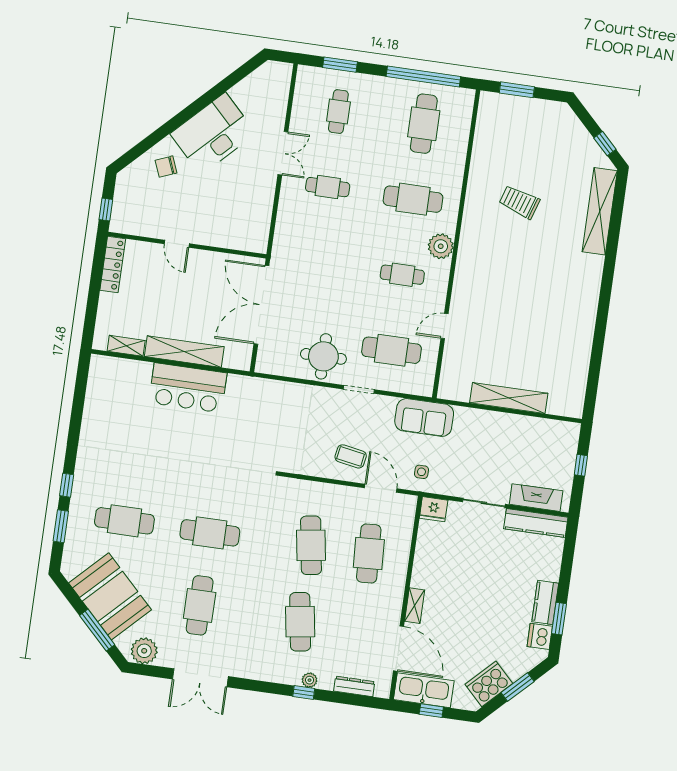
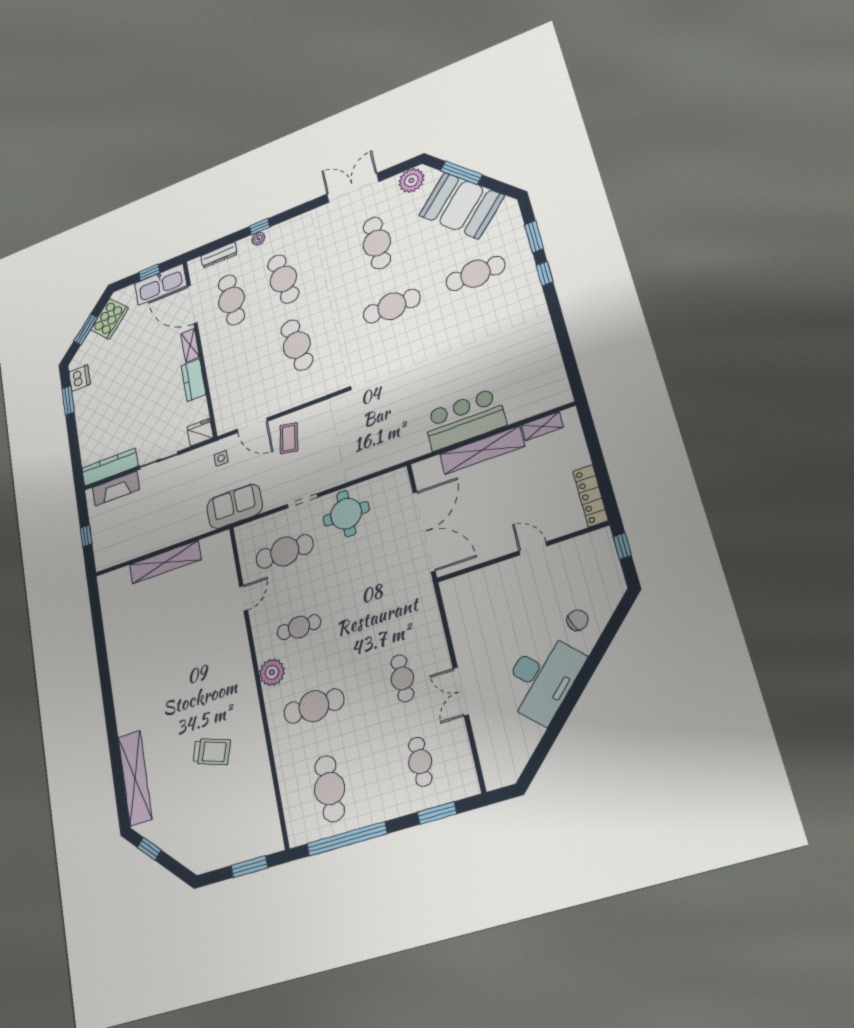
cafe table: (328, 187) -> (402, 678), turned 90
coffee table: (351, 456) -> (289, 438), turned 90
cafe table: (369, 554) -> (231, 300), moved
kitchen counter: (545, 602) -> (193, 380), moved, turned 180

